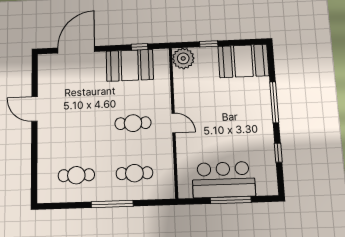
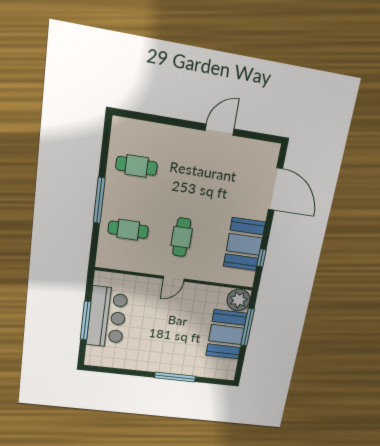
window: (209, 44) -> (248, 327), width x2.17
booth: (243, 61) -> (226, 335), moved
window: (278, 153) -> (125, 372), removed
cafe table: (134, 173) -> (128, 230), turned 90
cafe table: (76, 175) -> (137, 166), turned 90

